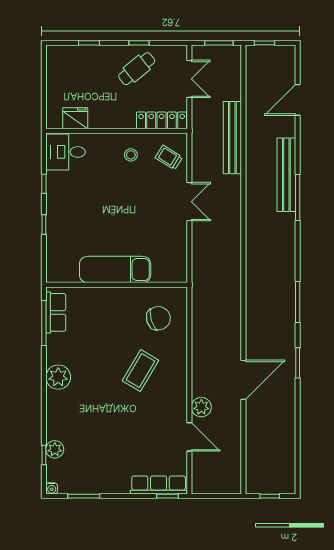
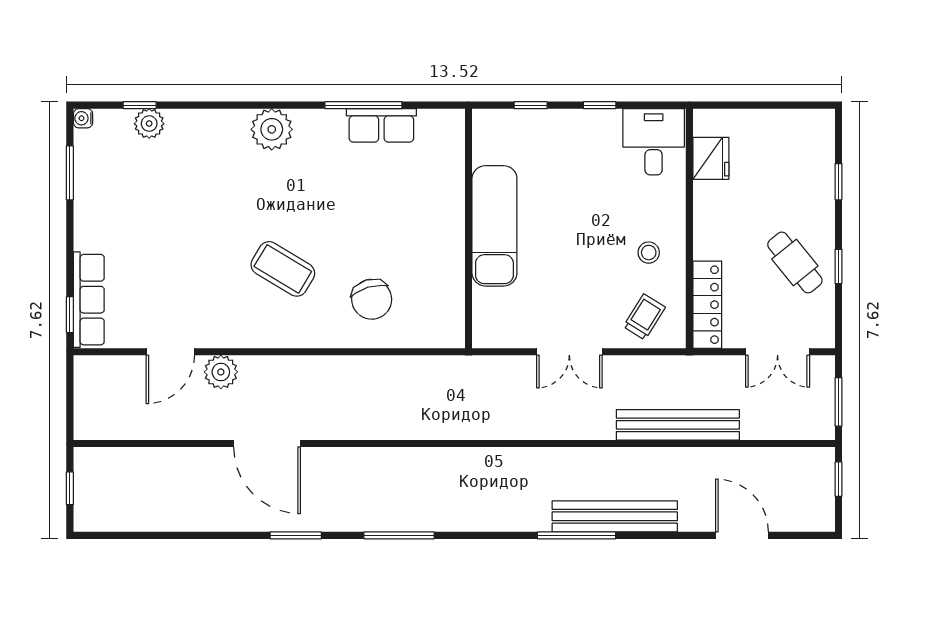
exam couch: (115, 269) -> (494, 226), moved
wall: (117, 285) -> (469, 228), moved

